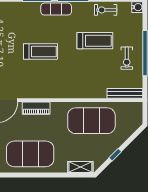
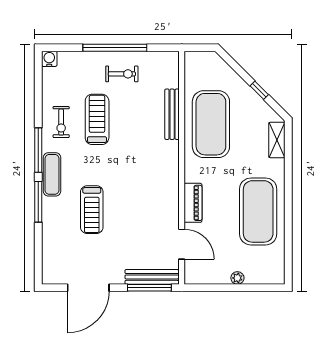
exercise bike: (106, 10) -> (61, 122), moved
treadmill: (40, 51) -> (92, 210), moved, turned 180
bench: (125, 93) -> (172, 114), moved

